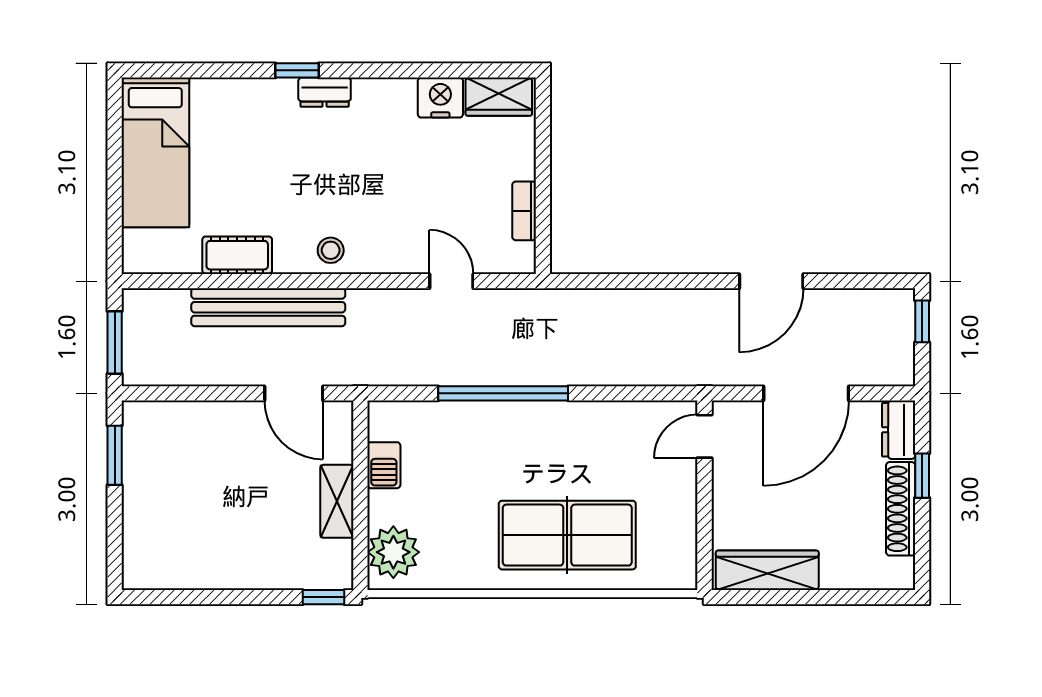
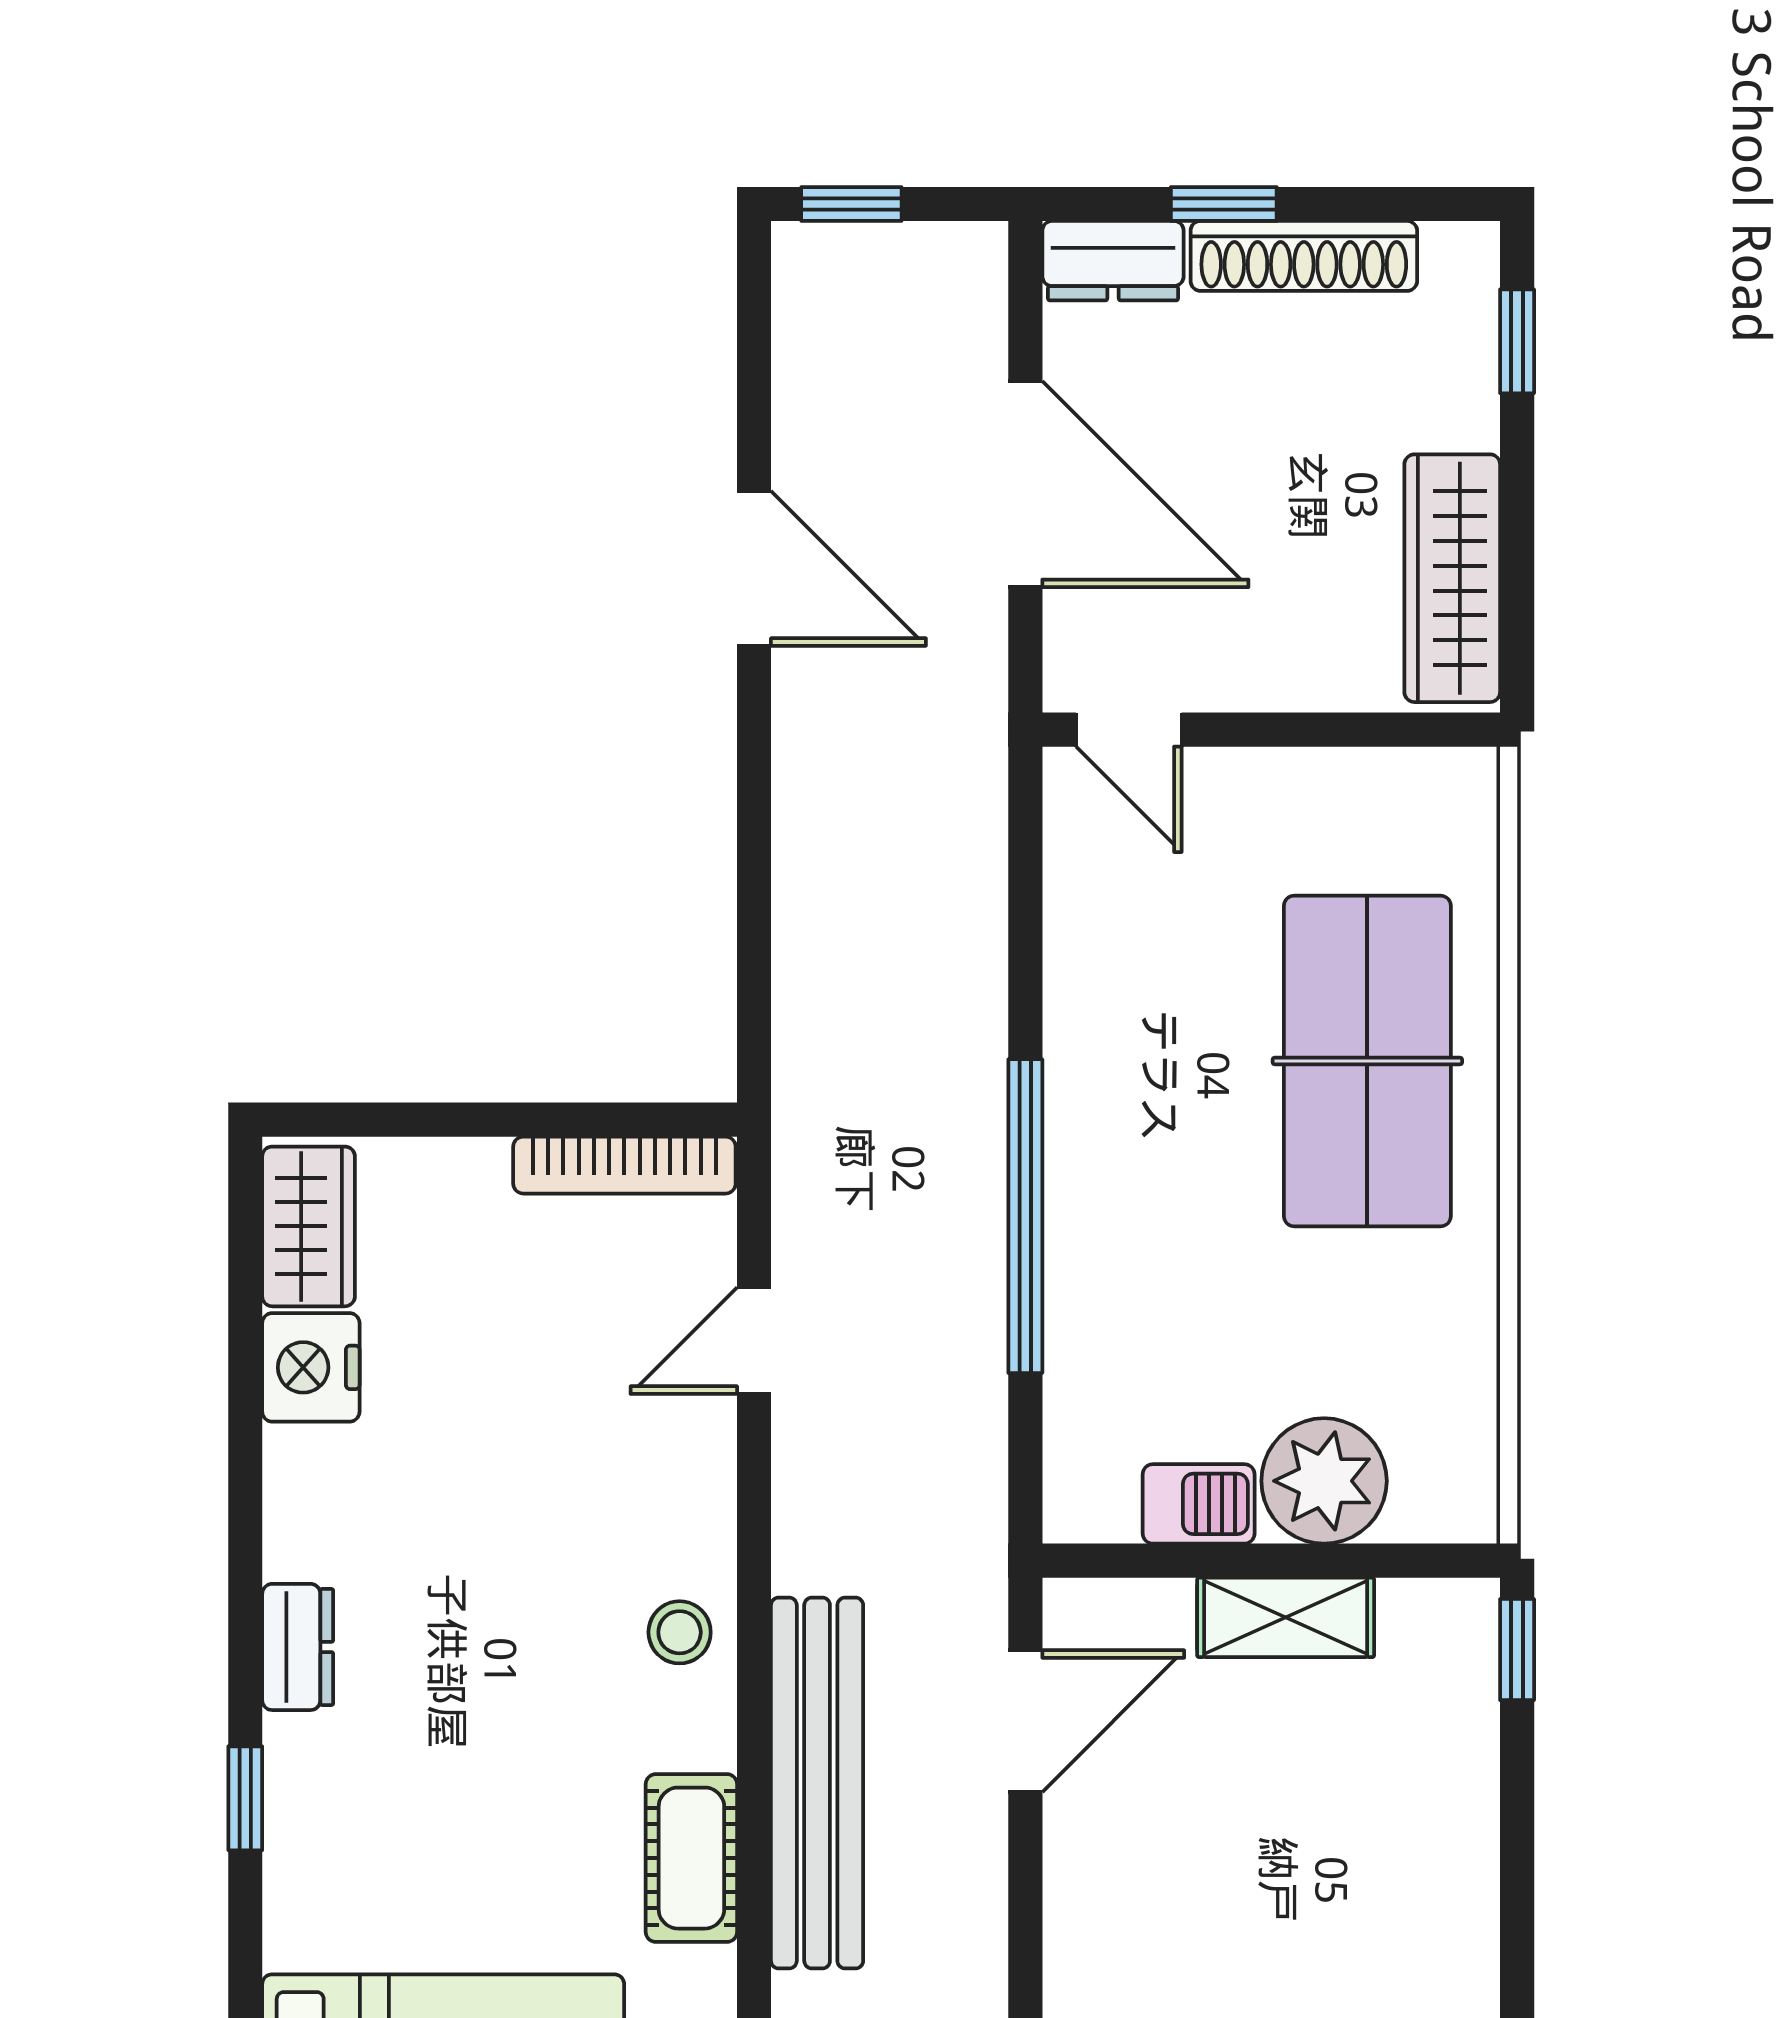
window: (297, 70) -> (245, 1798), moved
bookcase: (524, 211) -> (624, 1165), width x1.56
plant: (393, 552) -> (1324, 1481), moved
window: (865, 597) -> (1517, 341), added

